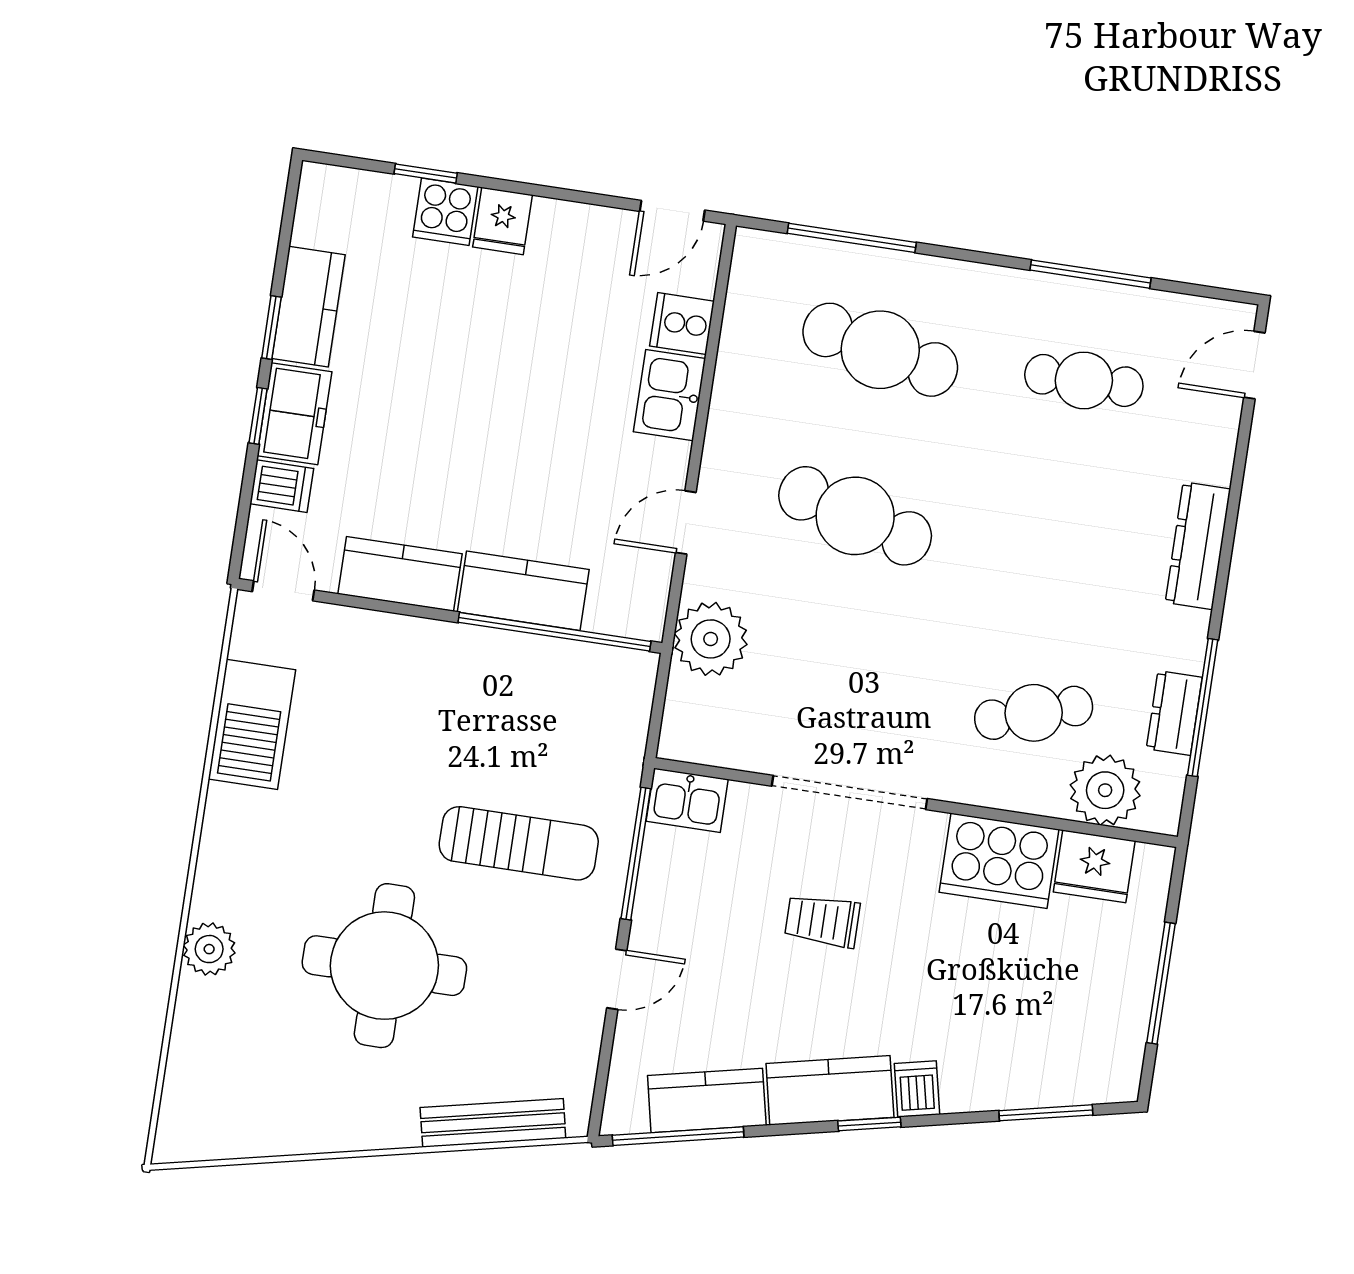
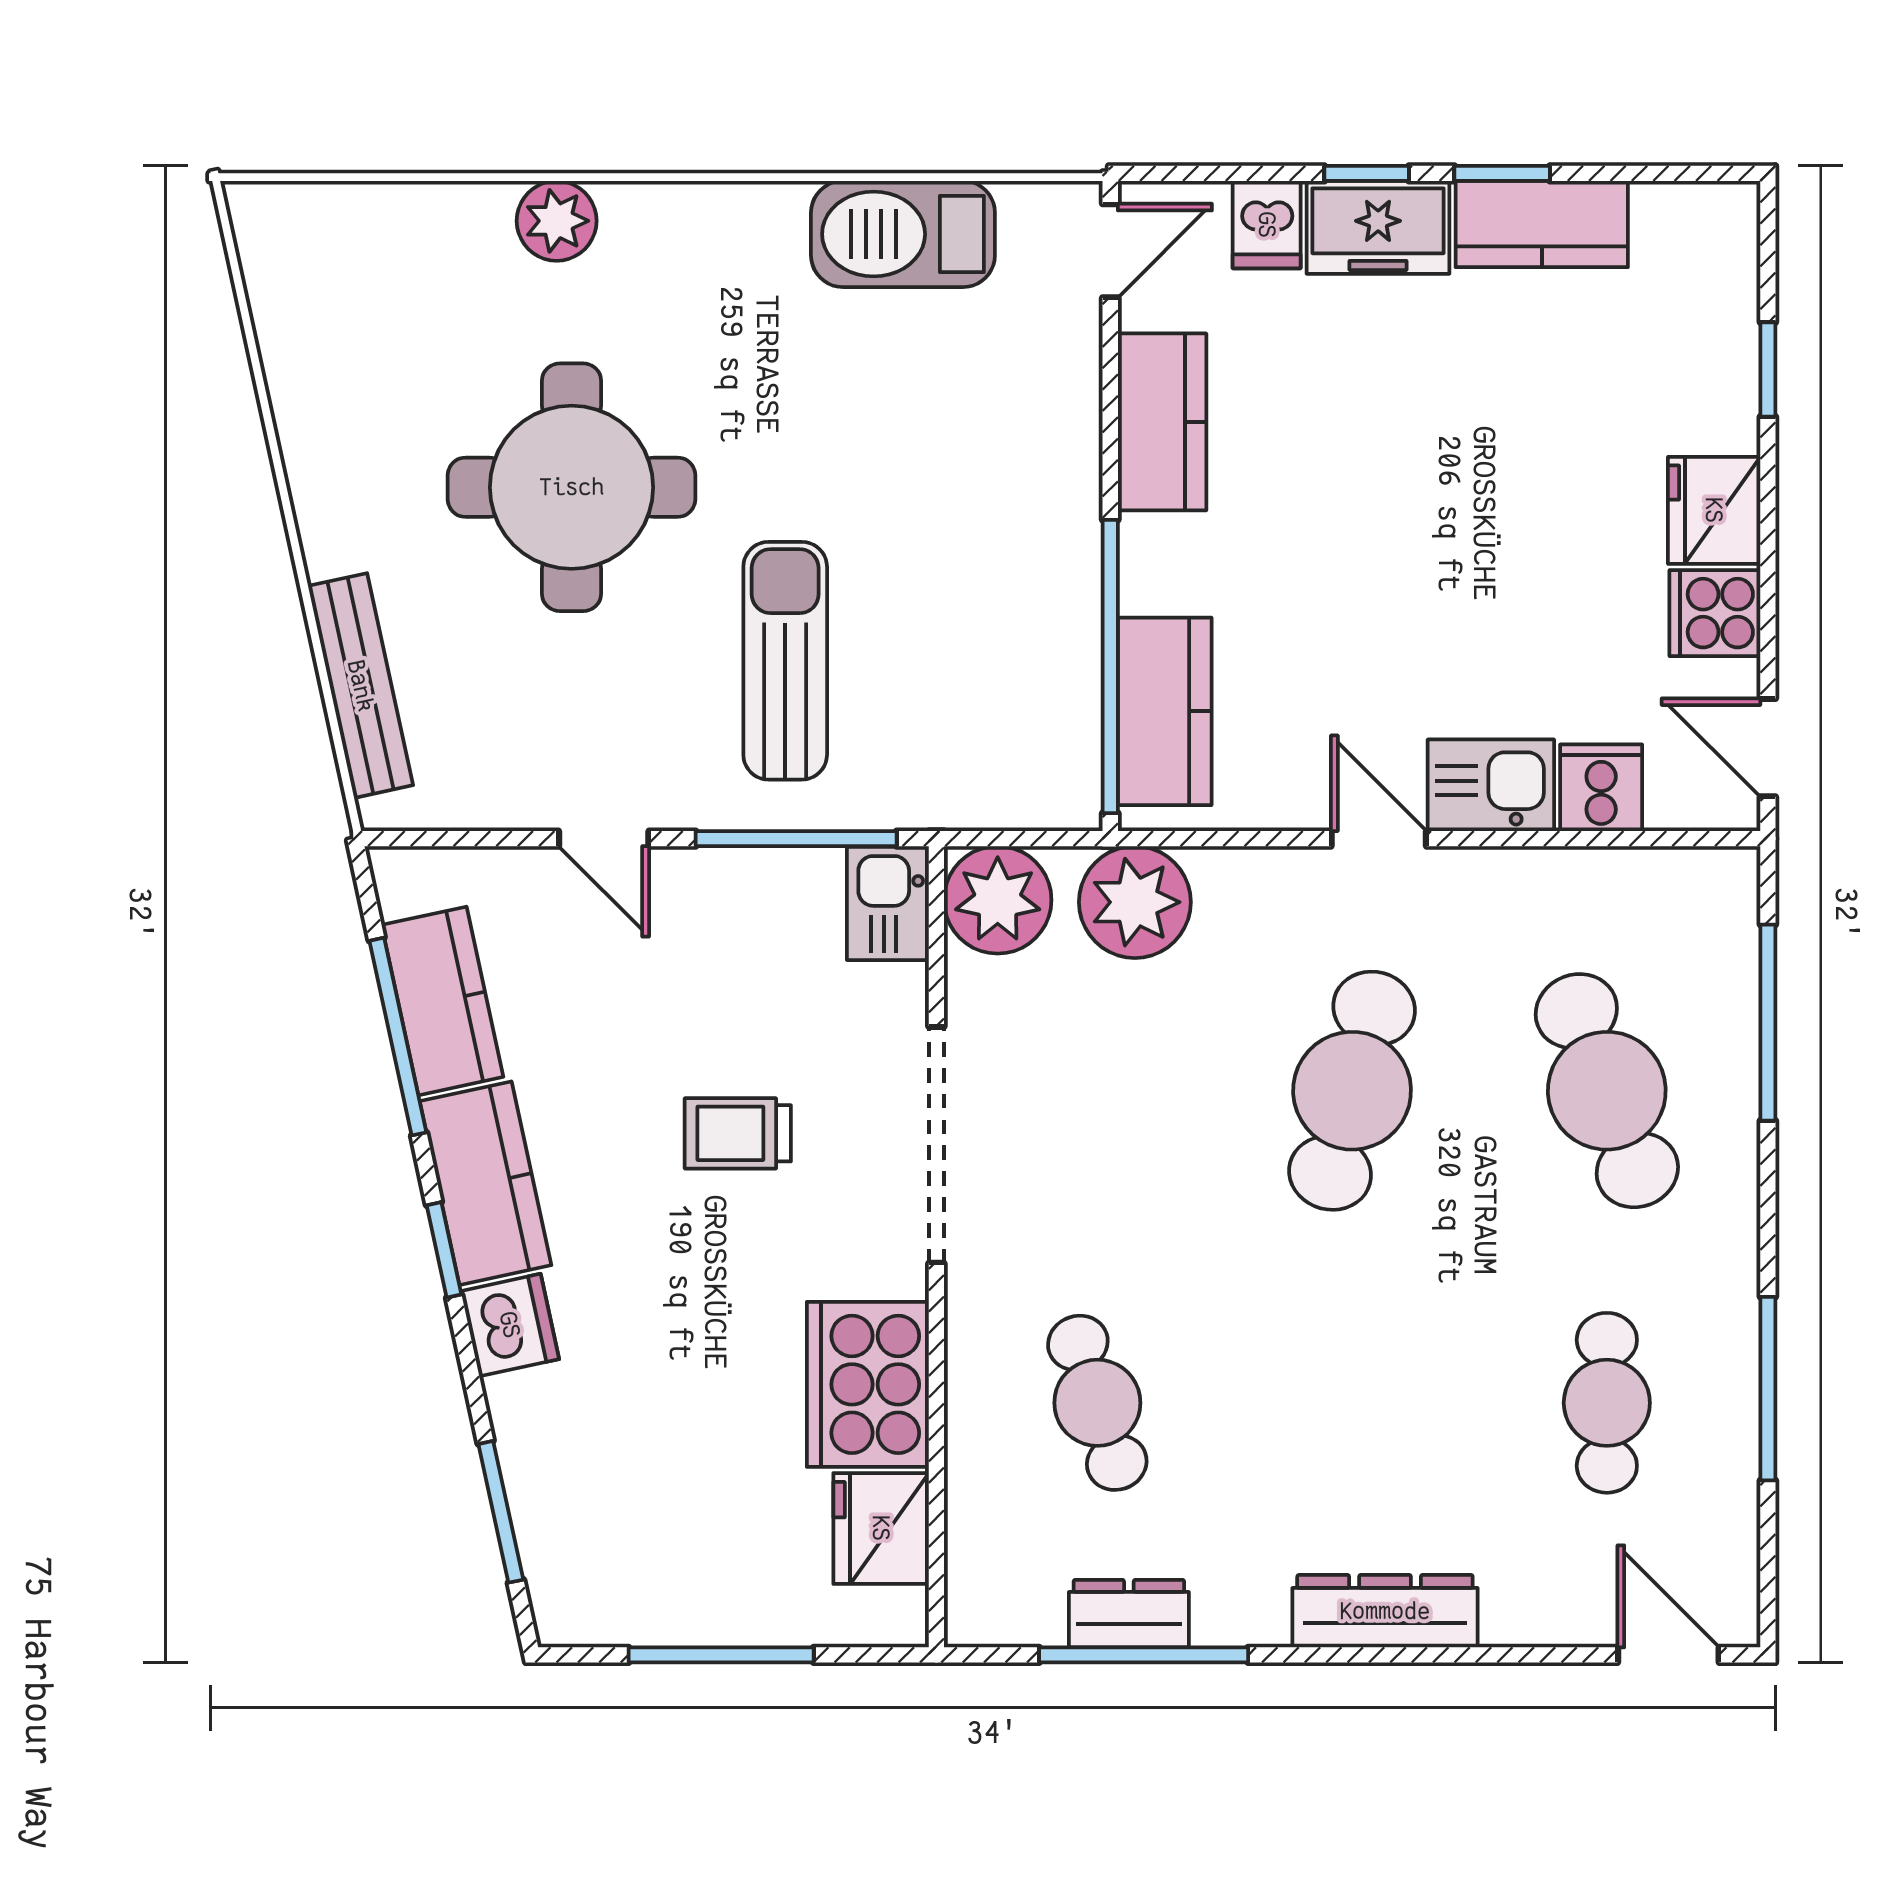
cooker: (445, 212) -> (1715, 613), moved
fridge: (503, 221) -> (1714, 510), width x1.38
cafe table: (880, 350) -> (1607, 1091), turned -33
door: (686, 523) -> (1379, 839), moved
kitchen counter: (523, 591) -> (1165, 711), moved
plant: (1105, 790) -> (998, 900), moved
sun lounger: (519, 843) -> (785, 661), turned 180
trolley: (822, 921) -> (738, 1133), turned -90
dishwasher: (917, 1089) -> (510, 1325), width x1.38
window: (678, 1136) -> (398, 1037), moved

